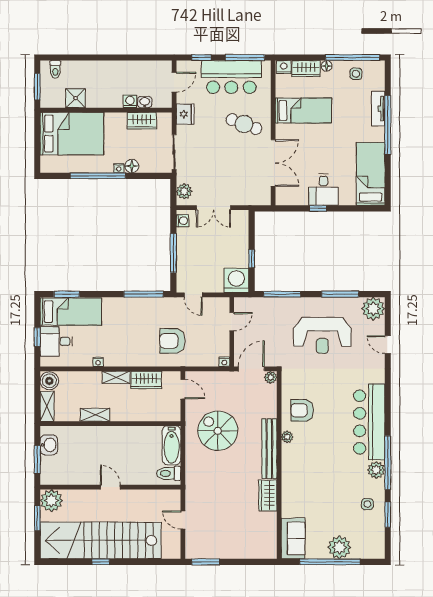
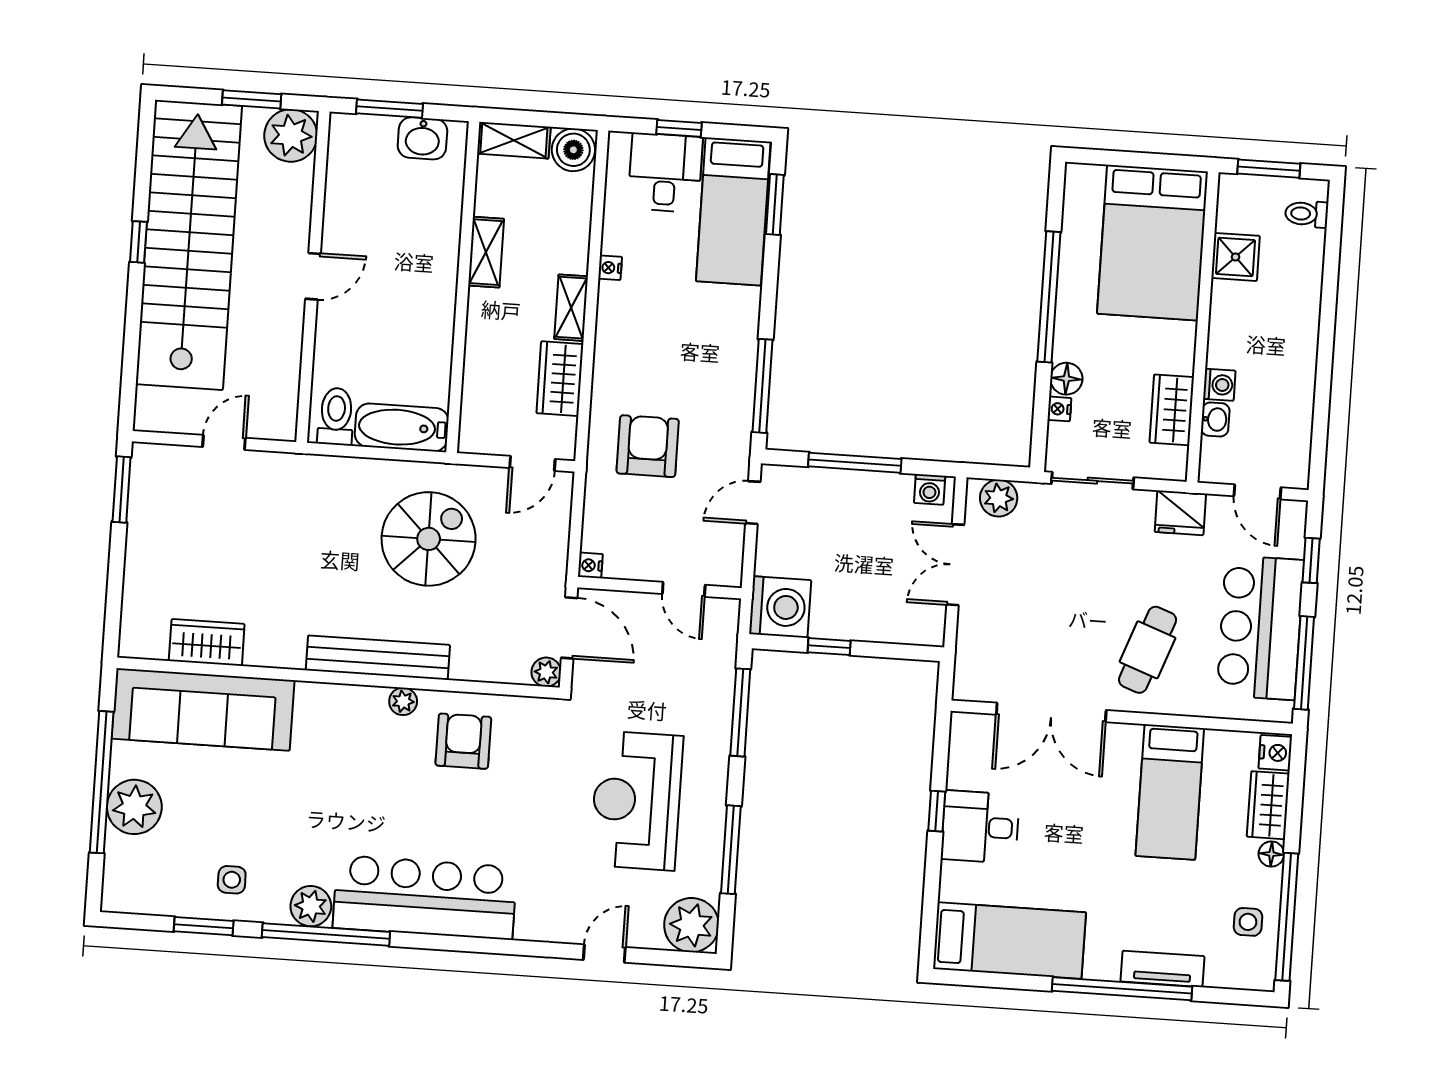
nightstand: (119, 168) -> (1059, 409), moved
wardrobe: (268, 495) -> (207, 642), moved
sofa: (293, 538) -> (203, 709), width x1.85, depth x1.27

